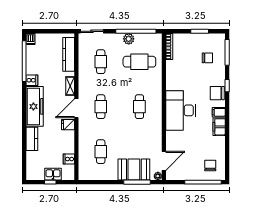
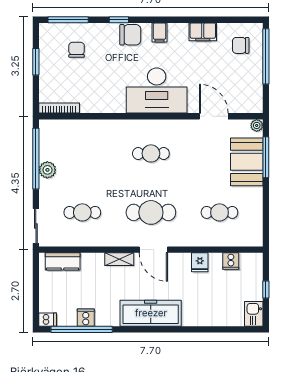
kitchen counter: (69, 54) -> (63, 261), width x0.67
cafe table: (139, 62) -> (82, 153), removed
cooker: (32, 80) -> (86, 318), moved
chair: (217, 93) -> (130, 35), turned -90
cafe table: (101, 107) -> (151, 212), width x1.37, depth x1.35
fridge: (68, 125) -> (200, 262), moved
filing cabinet: (219, 127) -> (203, 32), moved
kitchen counter: (32, 139) -> (200, 317), removed
door: (164, 161) -> (214, 116), moved
kitchen sink: (53, 174) -> (254, 314), moved

